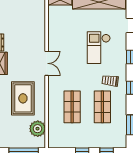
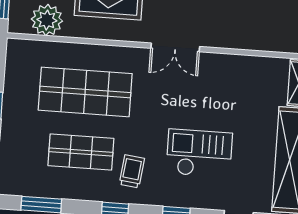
shop shelf: (72, 107) -> (85, 92), width x1.43, depth x1.36

